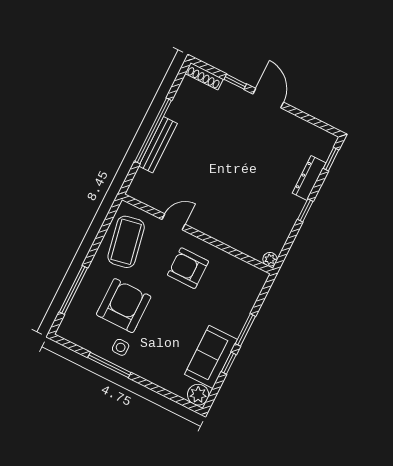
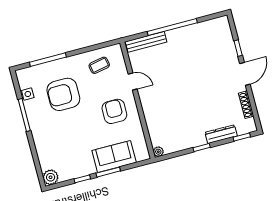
shoe rack: (204, 76) -> (246, 105), moved
bench: (158, 145) -> (146, 42), moved
coffee table: (126, 242) -> (99, 65), width x0.54, depth x0.58
armchair: (124, 306) -> (63, 94), turned 180
side table: (121, 347) -> (28, 94), moved
sofa: (211, 357) -> (114, 157), moved

